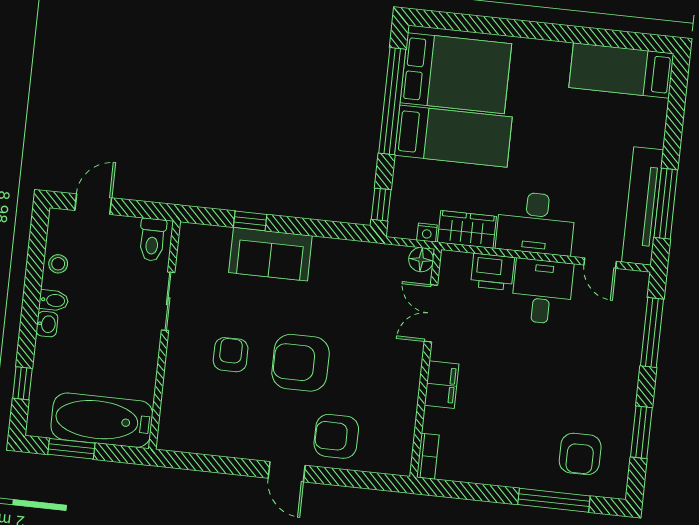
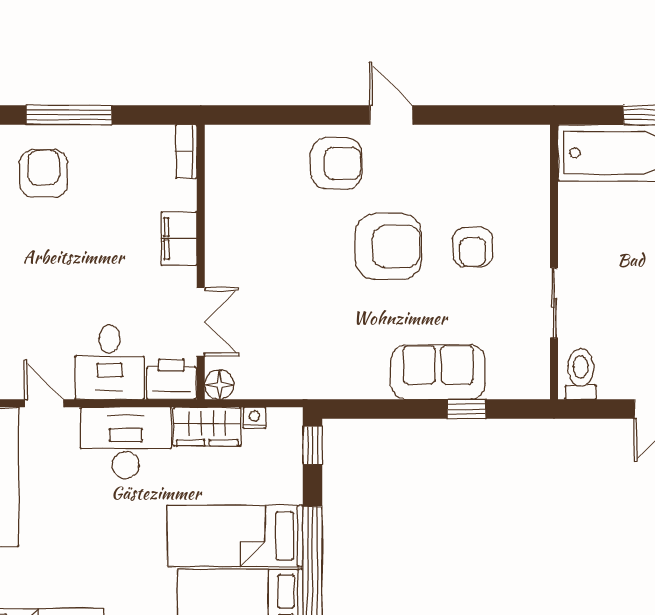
floor lamp: (421, 260) -> (219, 385), moved
double door: (431, 313) -> (201, 322), moved
wall: (426, 363) -> (201, 262), moved
filing cabinet: (442, 385) -> (179, 238), moved
bookcase: (428, 456) -> (186, 151), moved

